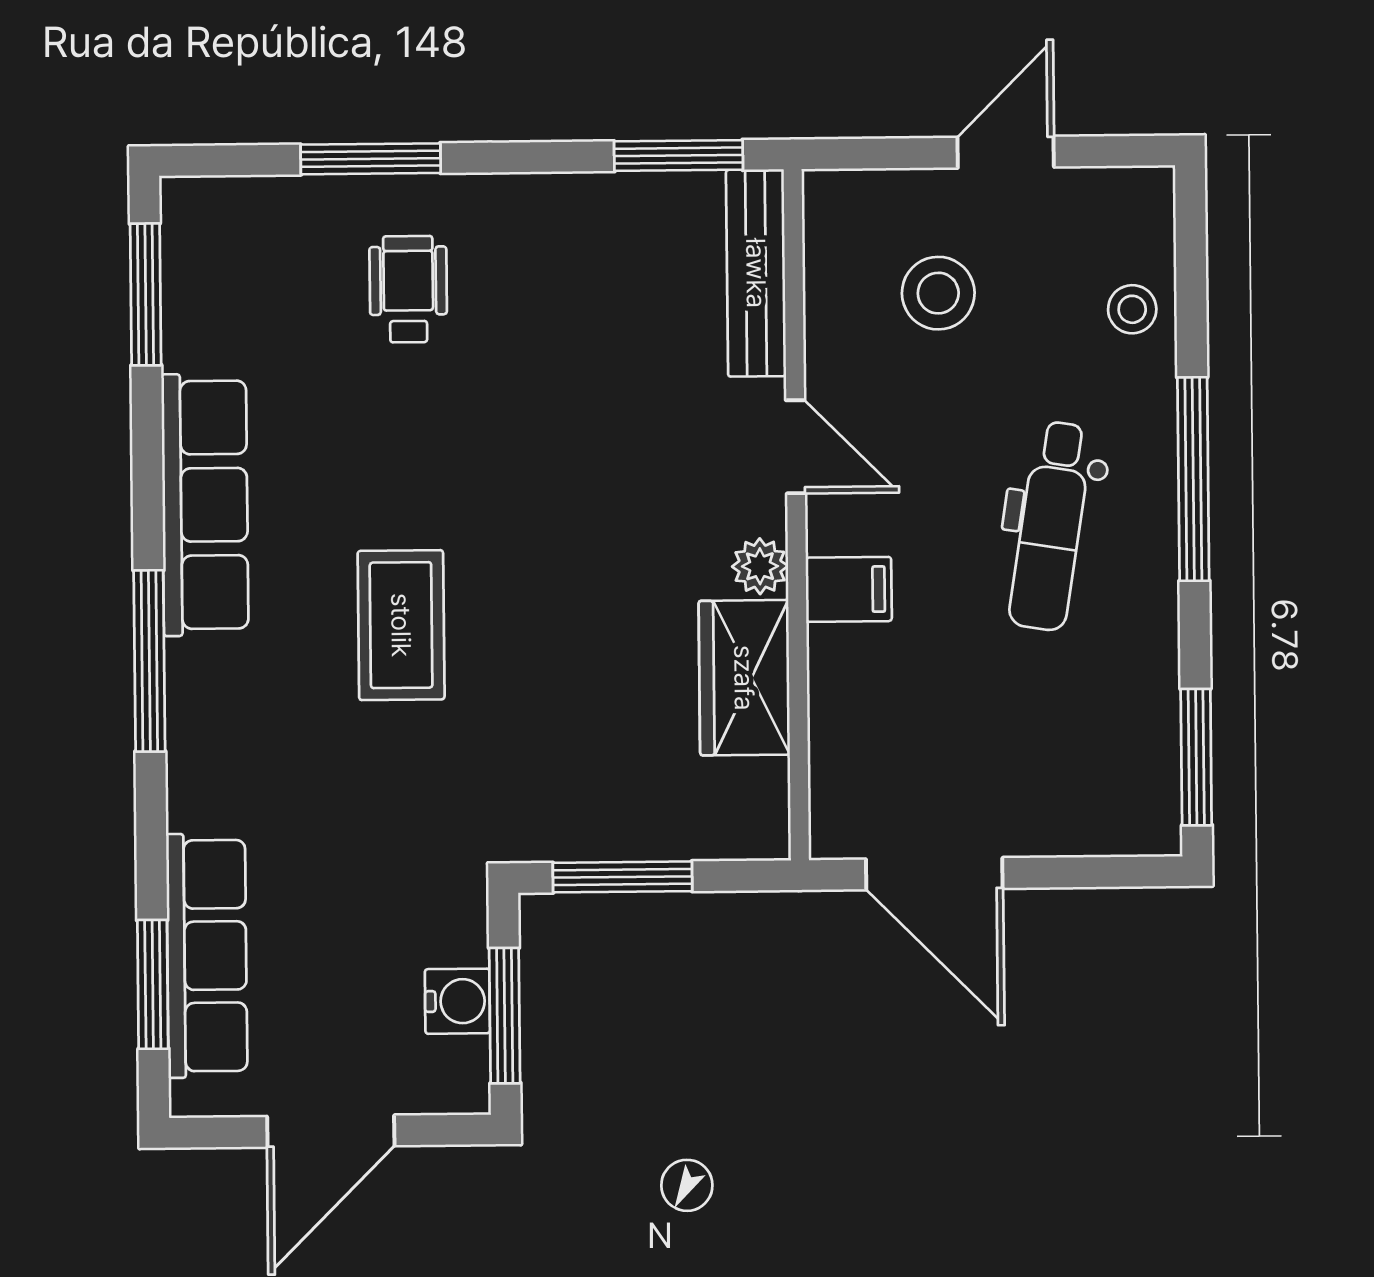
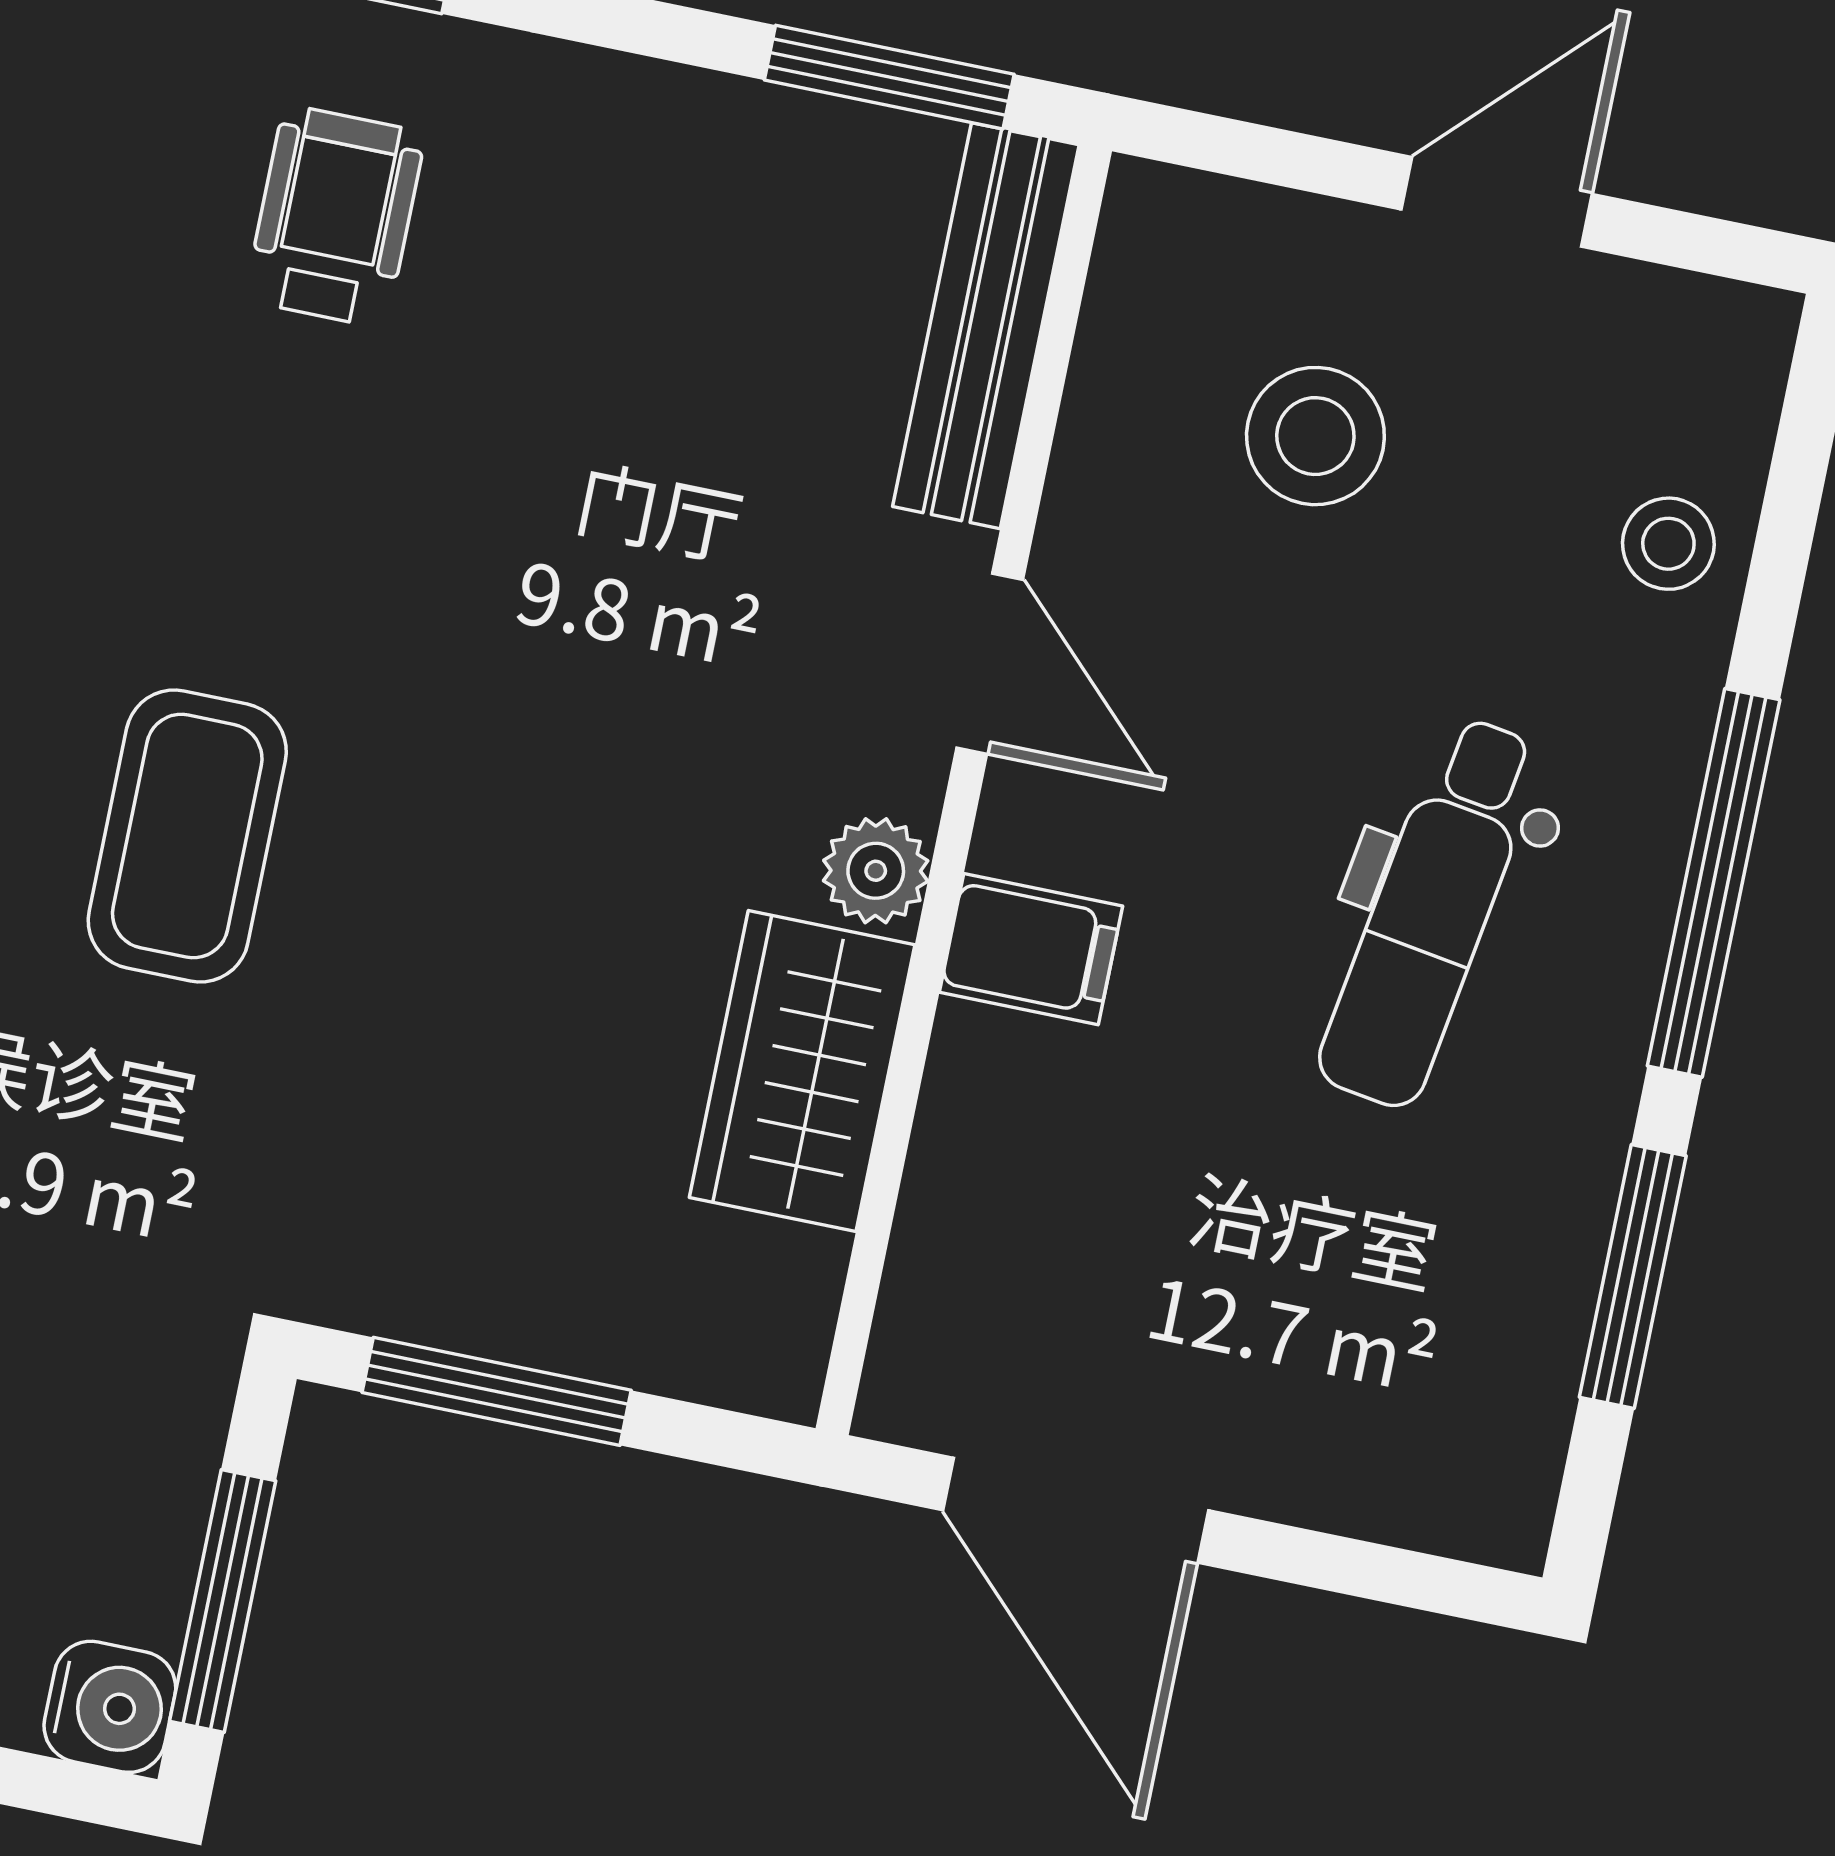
window: (1196, 757) -> (1633, 1277), moved
water cooler: (457, 1001) -> (110, 1707), moved

